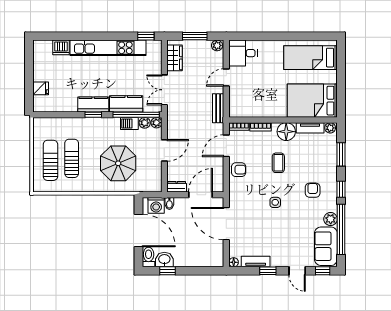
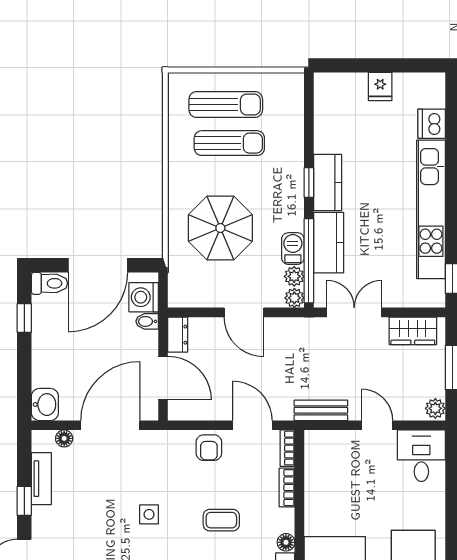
fridge: (41, 88) -> (380, 86), moved
floor lamp: (286, 132) -> (286, 542), width x0.53, depth x0.53
washbasin: (164, 260) -> (45, 405), moved
floor lamp: (234, 262) -> (64, 438), moved

